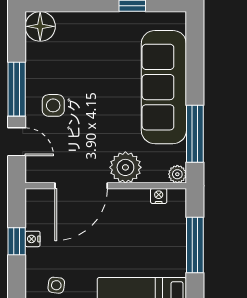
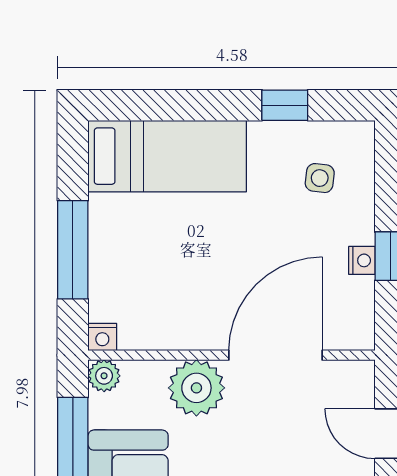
nightstand: (159, 196) -> (102, 337), moved

